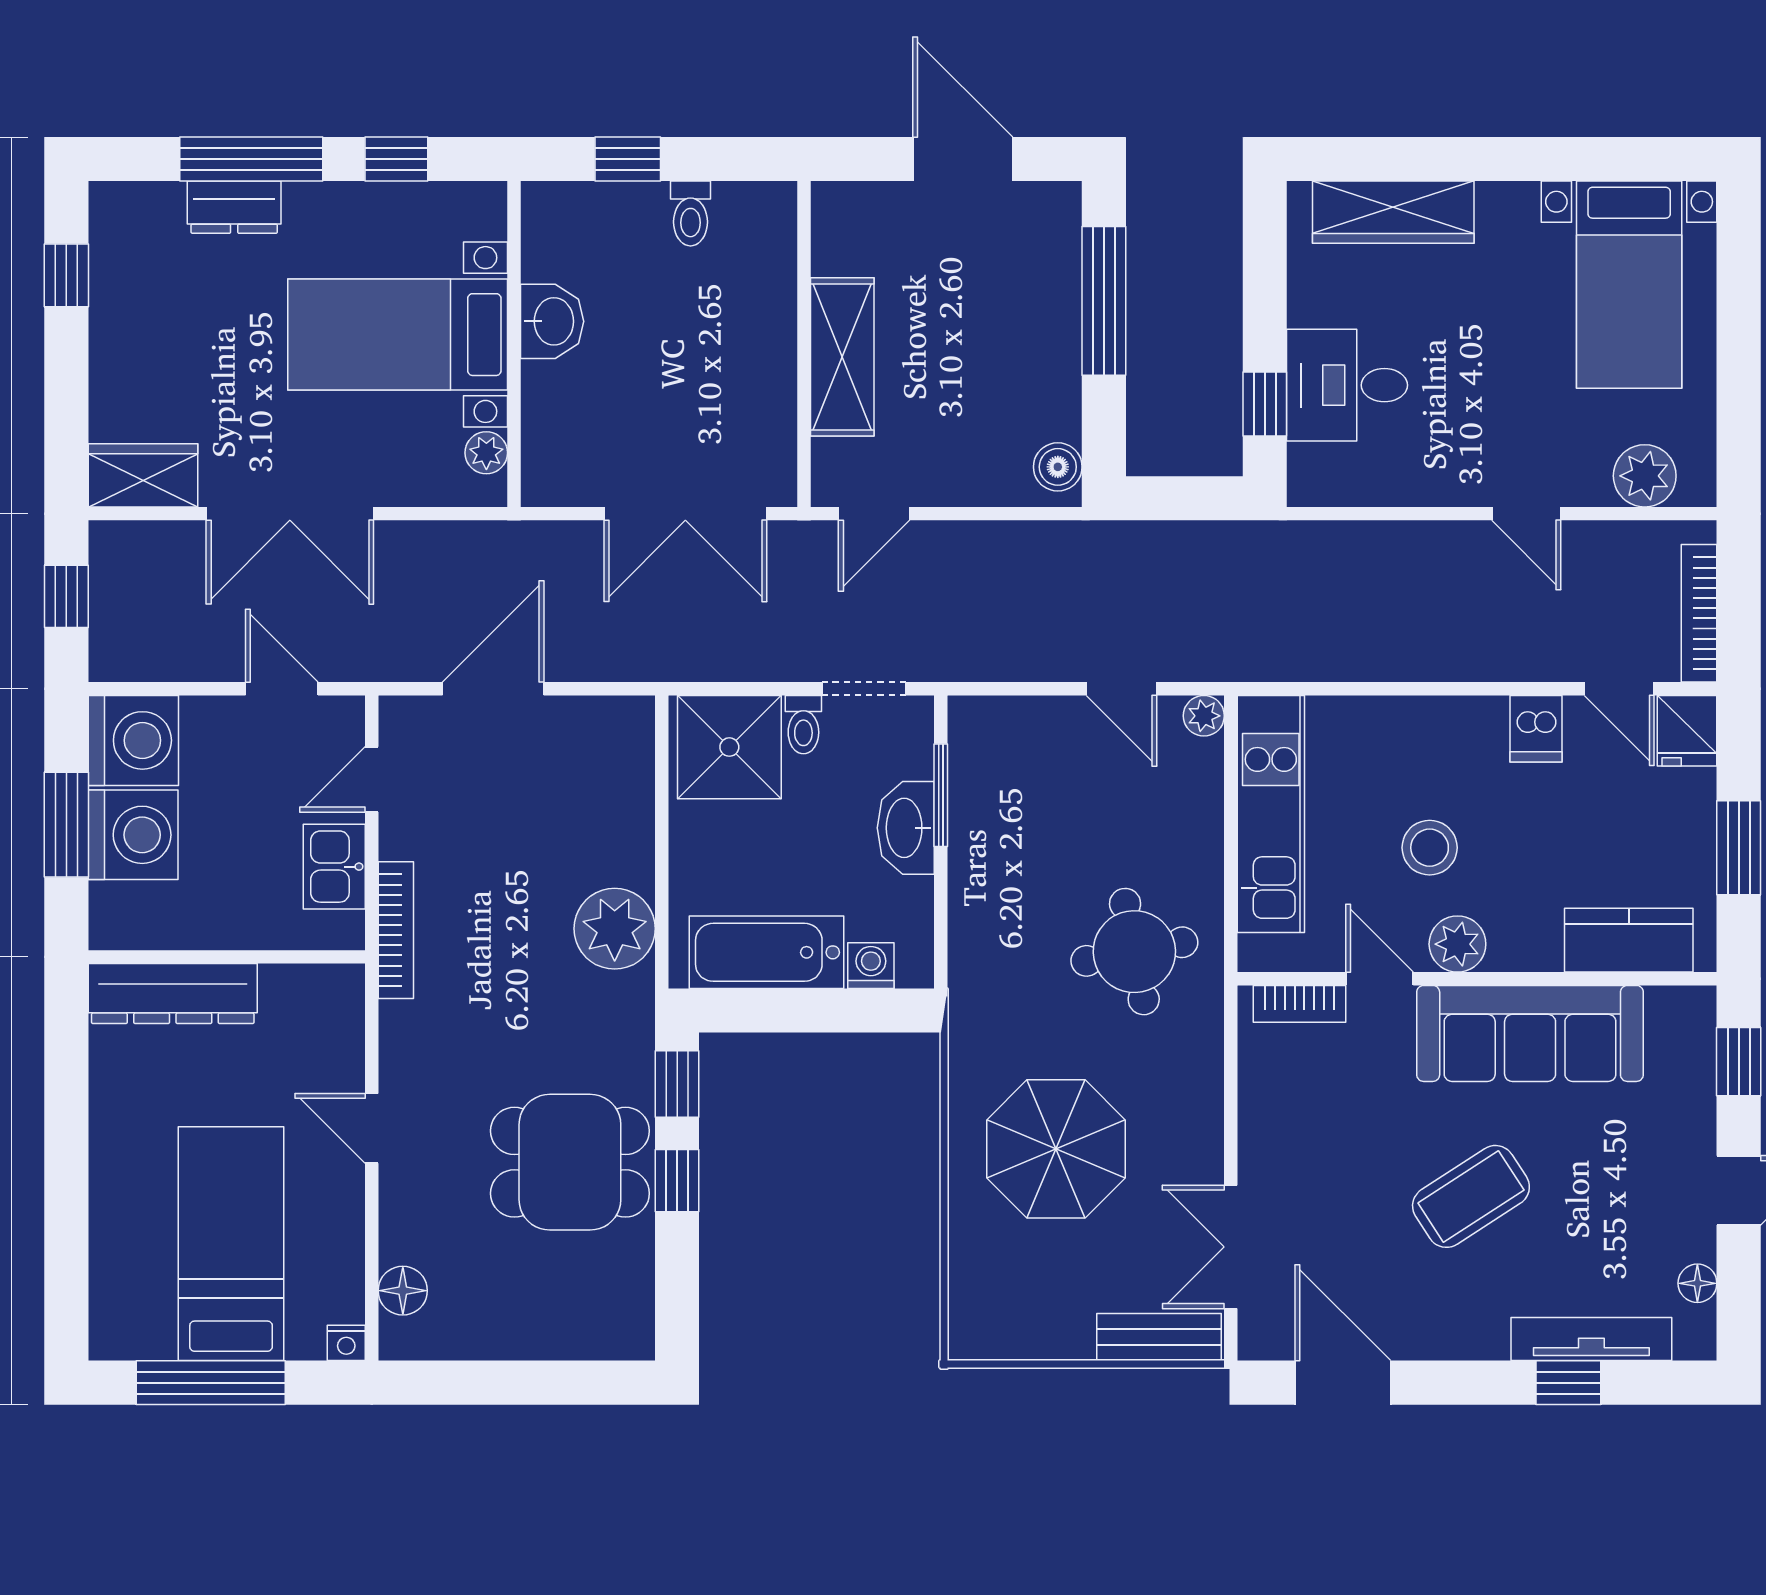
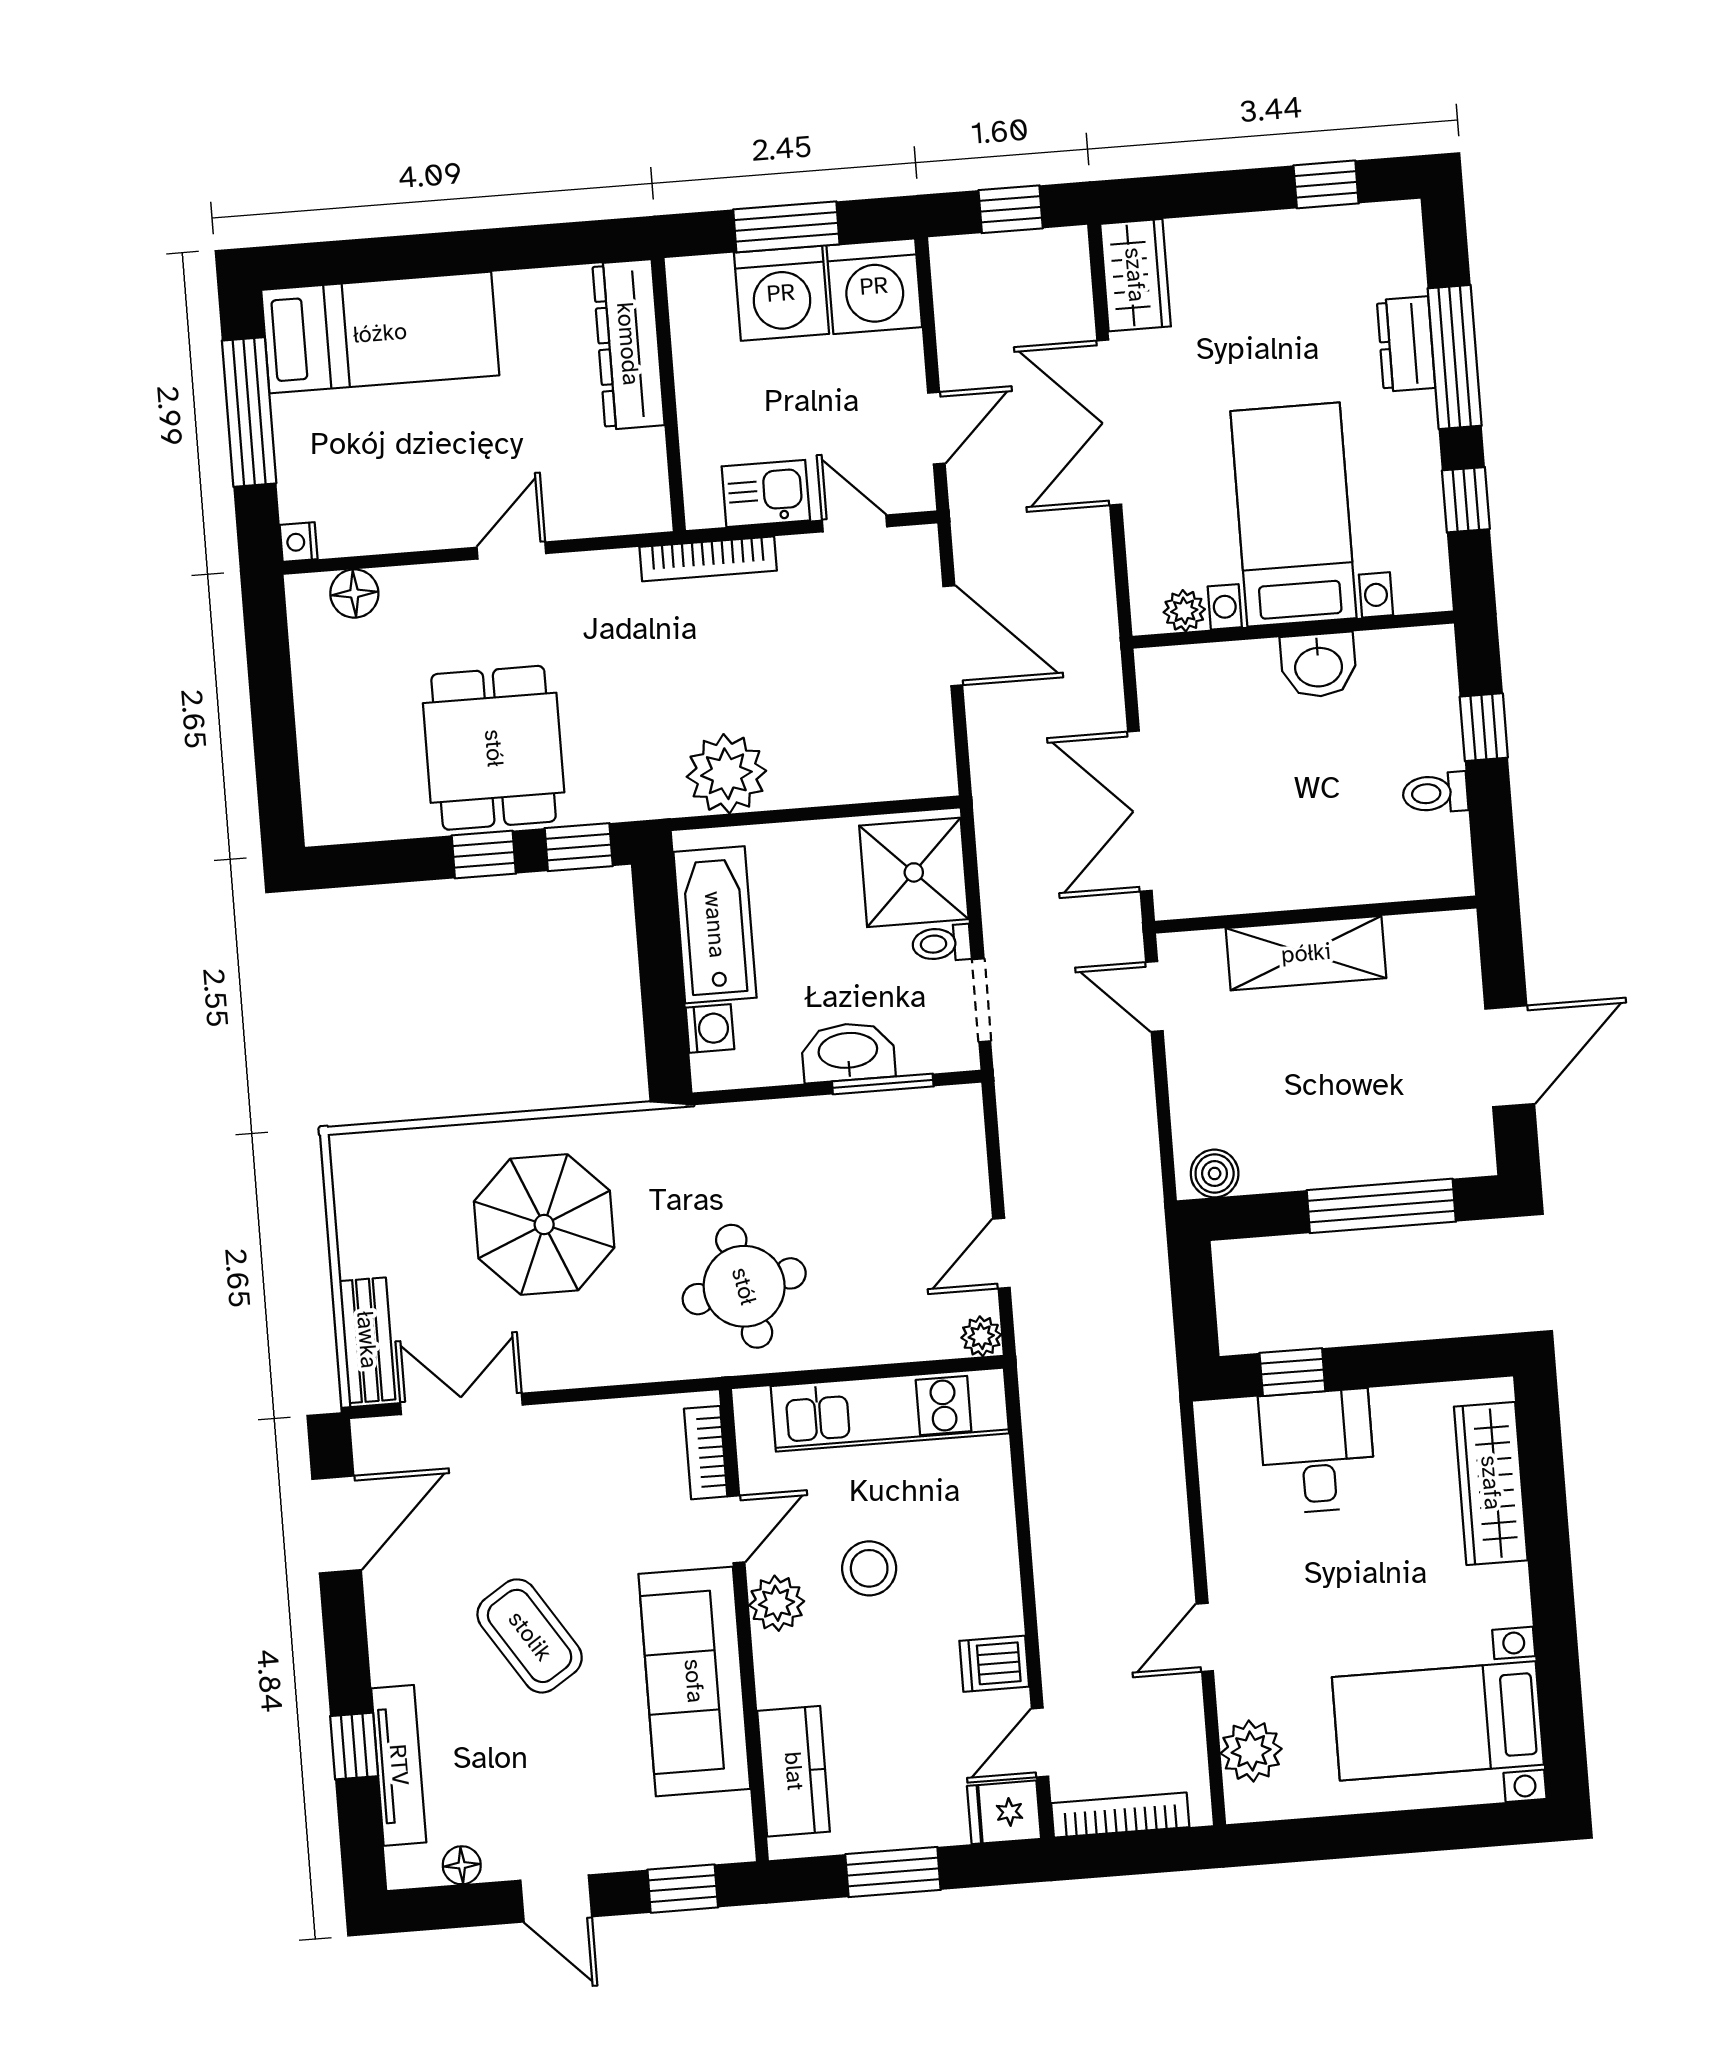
bed: (231, 1244) -> (380, 333), moved

